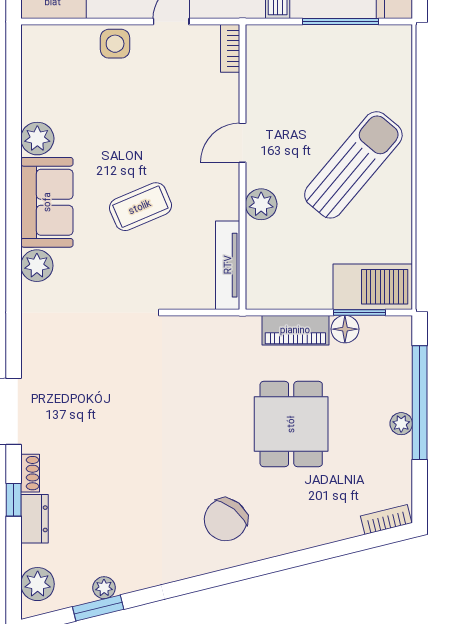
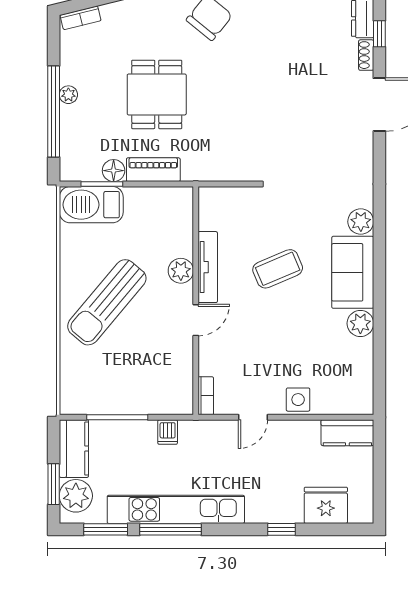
tv unit: (228, 265) -> (208, 267), moved

